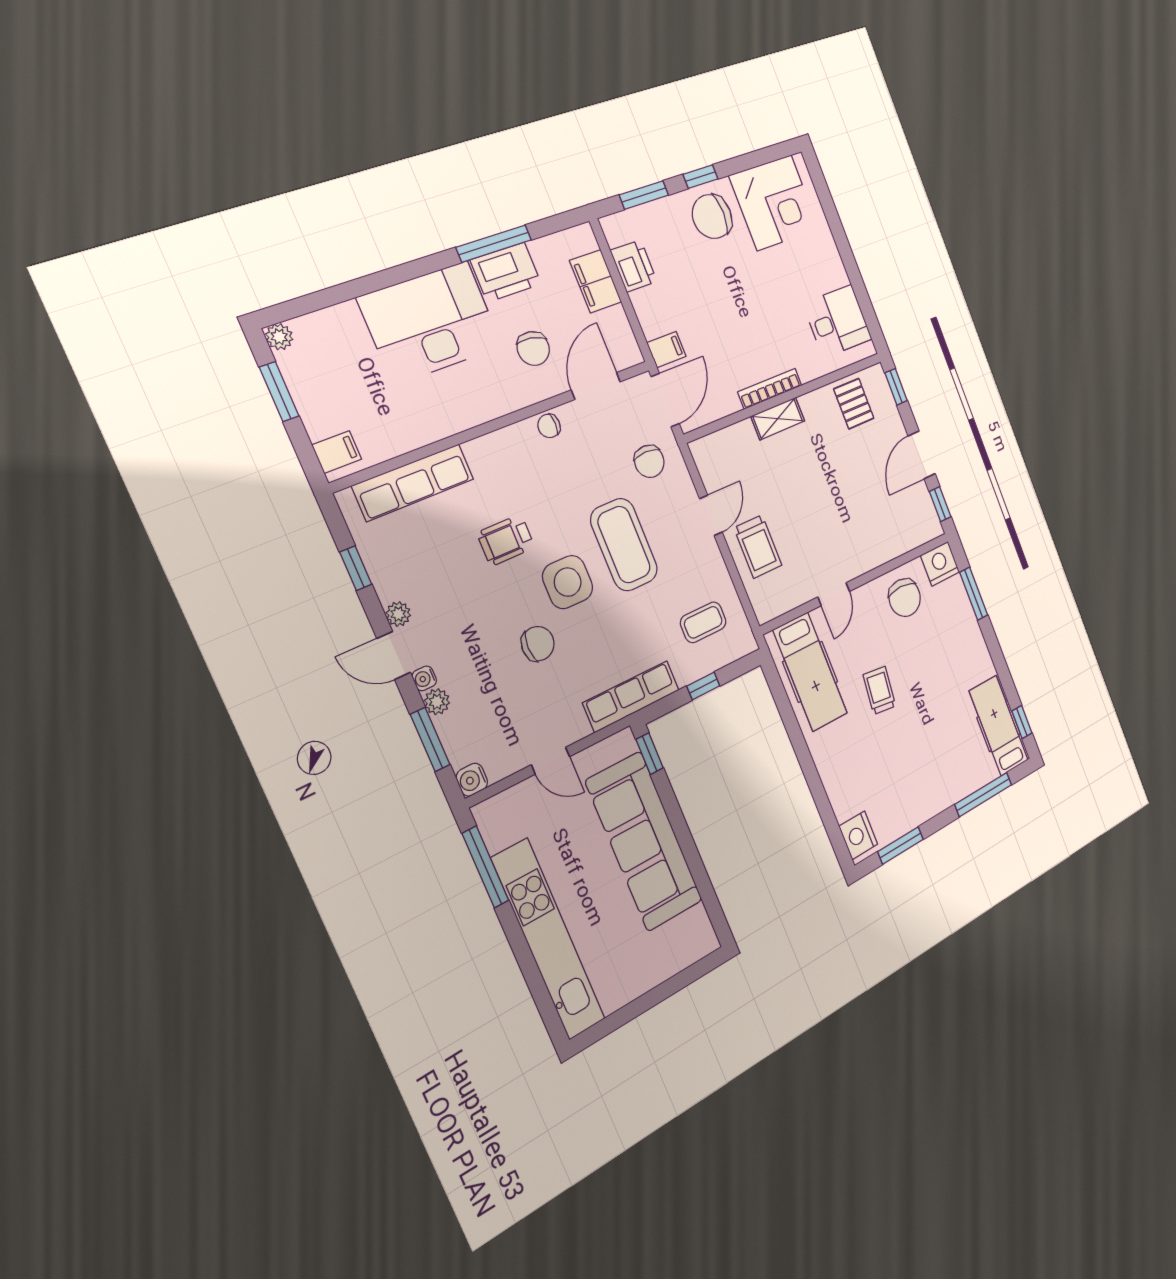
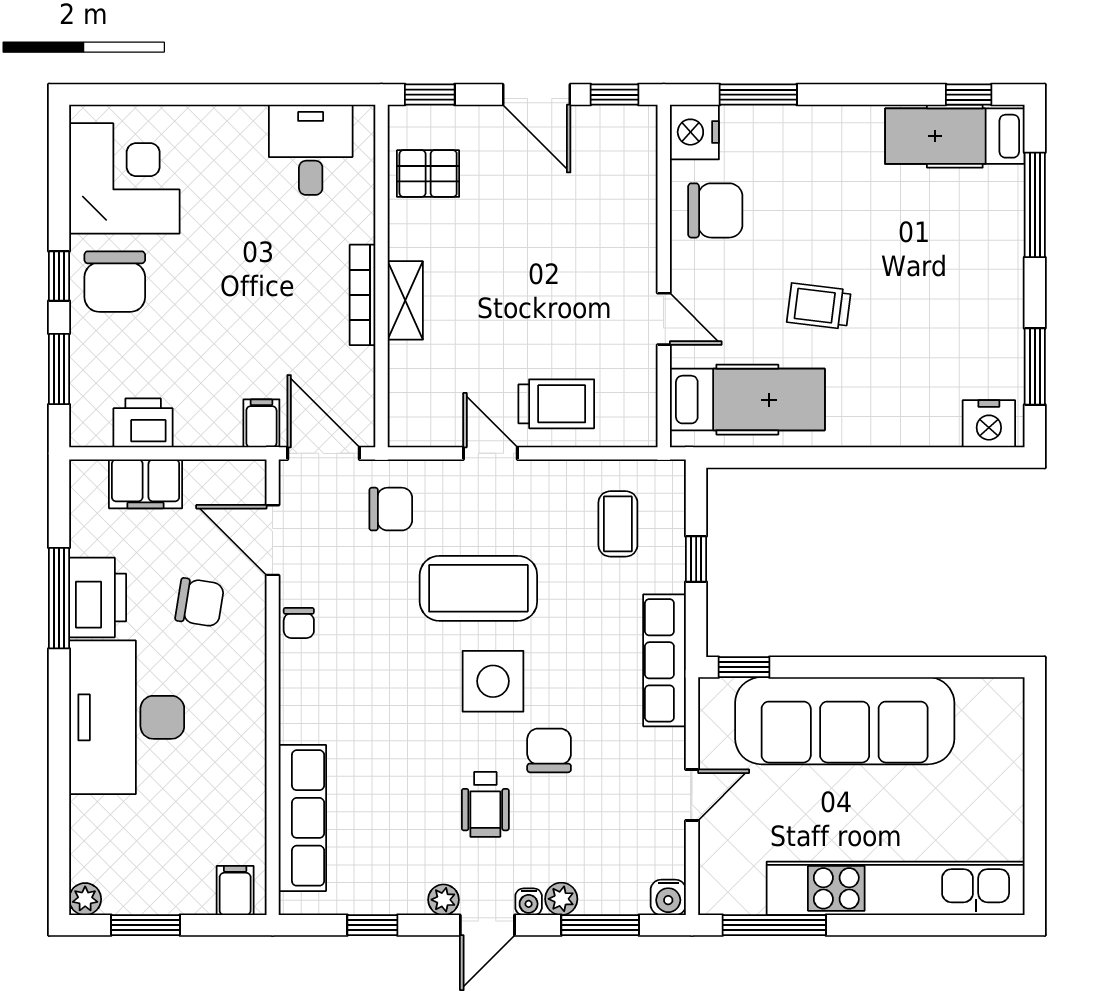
wheelchair: (506, 540) -> (485, 804), moved

